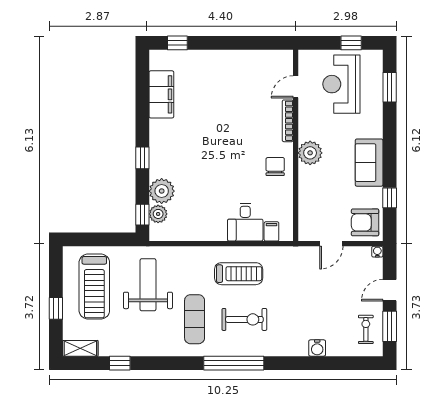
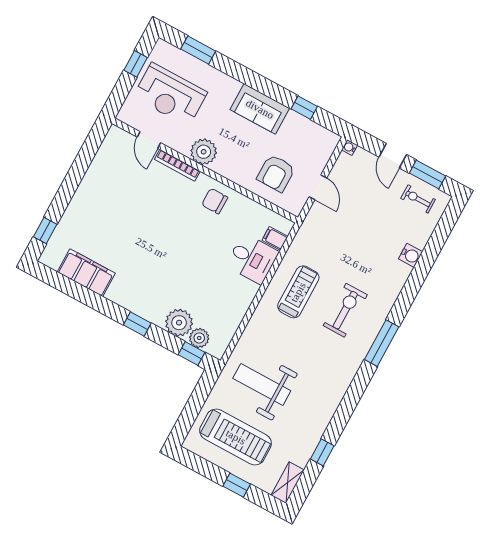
plant: (310, 153) -> (204, 152), moved
armchair: (365, 222) -> (276, 173), moved
exercise mat: (195, 319) -> (319, 358), removed
window: (234, 363) -> (382, 343), width x0.68

